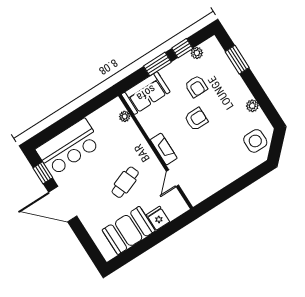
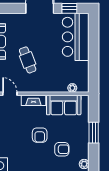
window: (182, 48) -> (94, 156), removed
armchair: (196, 86) -> (62, 149), turned 180
sofa: (146, 93) -> (64, 105), moved, turned -90

